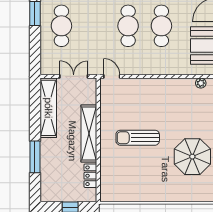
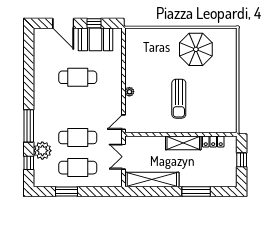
cafe table: (128, 26) -> (78, 138), moved
plant: (201, 83) -> (129, 92), moved
shelving: (89, 133) -> (183, 143), width x0.68

